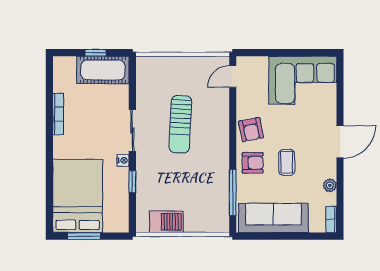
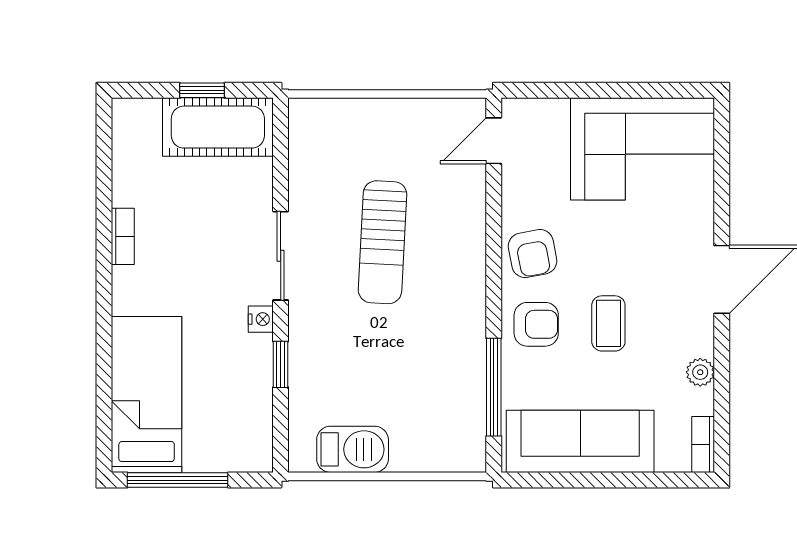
bookcase: (58, 114) -> (123, 236), width x0.64
bed: (78, 196) -> (147, 395), width x0.67
window: (84, 236) -> (178, 480), width x1.44

